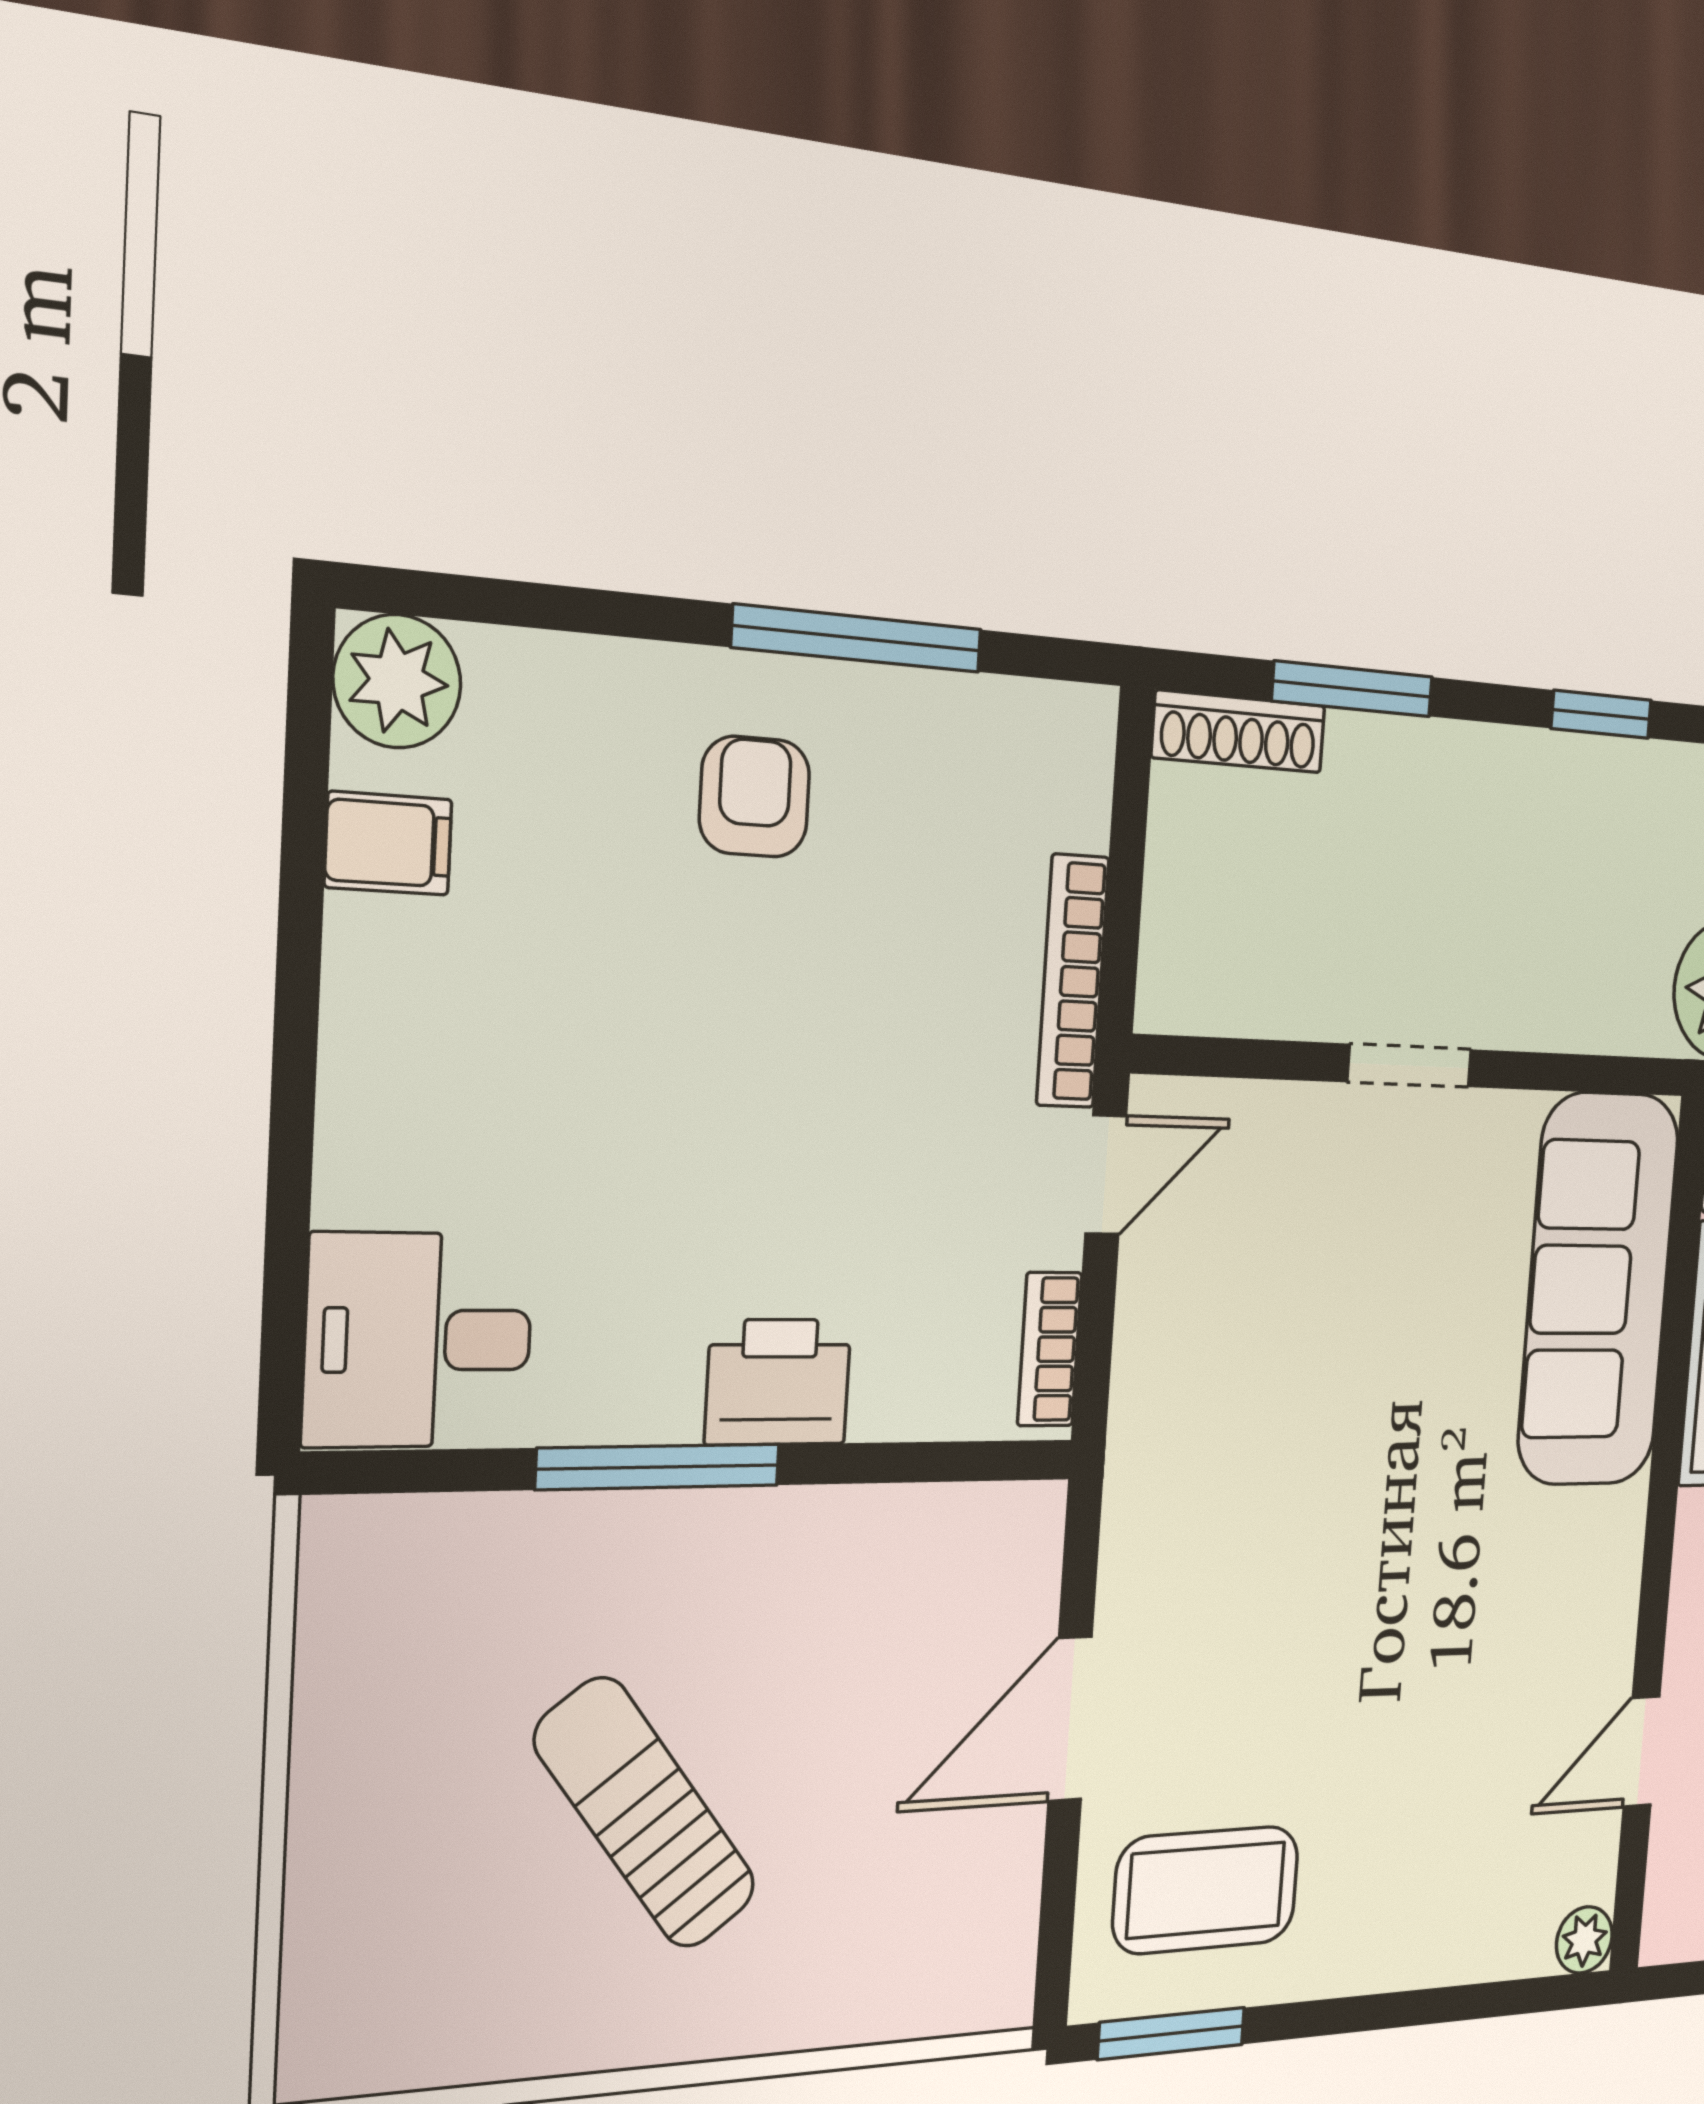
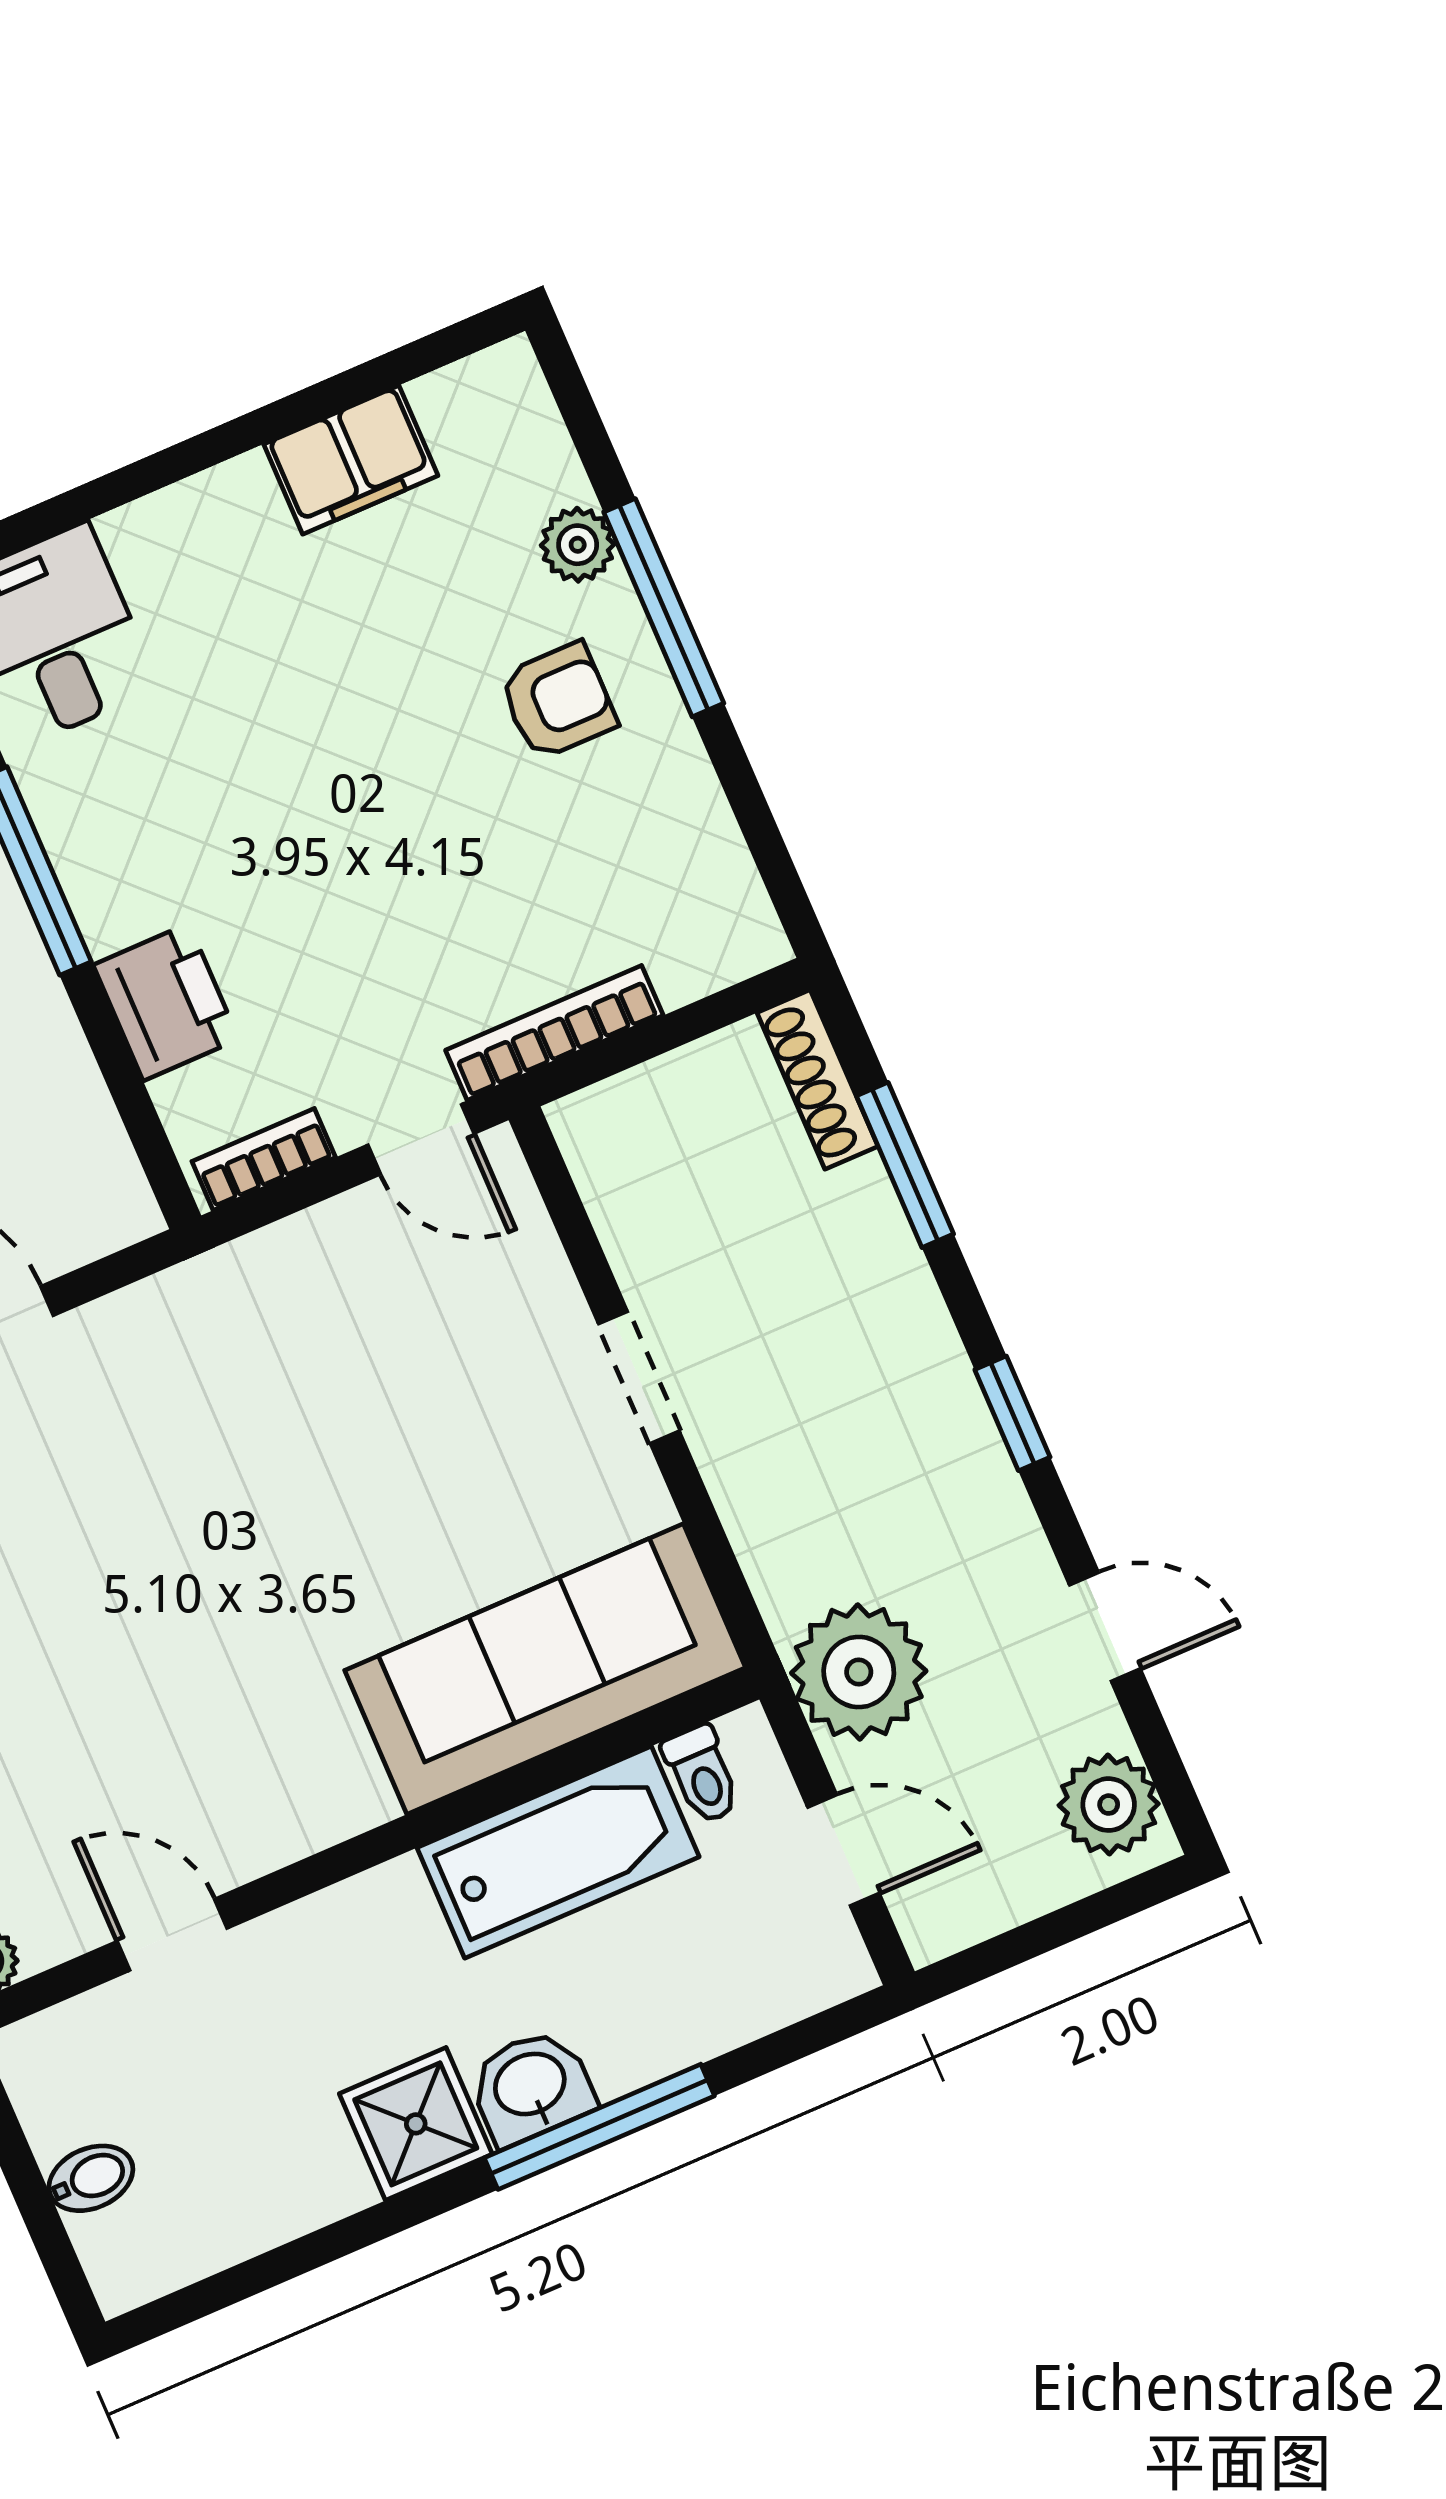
window: (858, 638) -> (664, 608), moved
plant: (397, 681) -> (578, 545), moved, width x0.73, depth x0.73
filing cabinet: (388, 843) -> (351, 460), width x2.00
printer: (778, 1382) -> (166, 1002), moved

